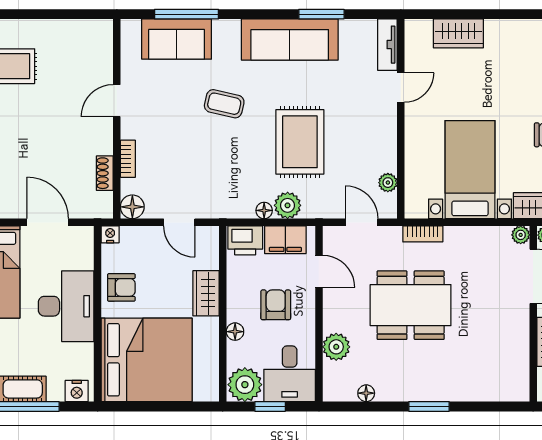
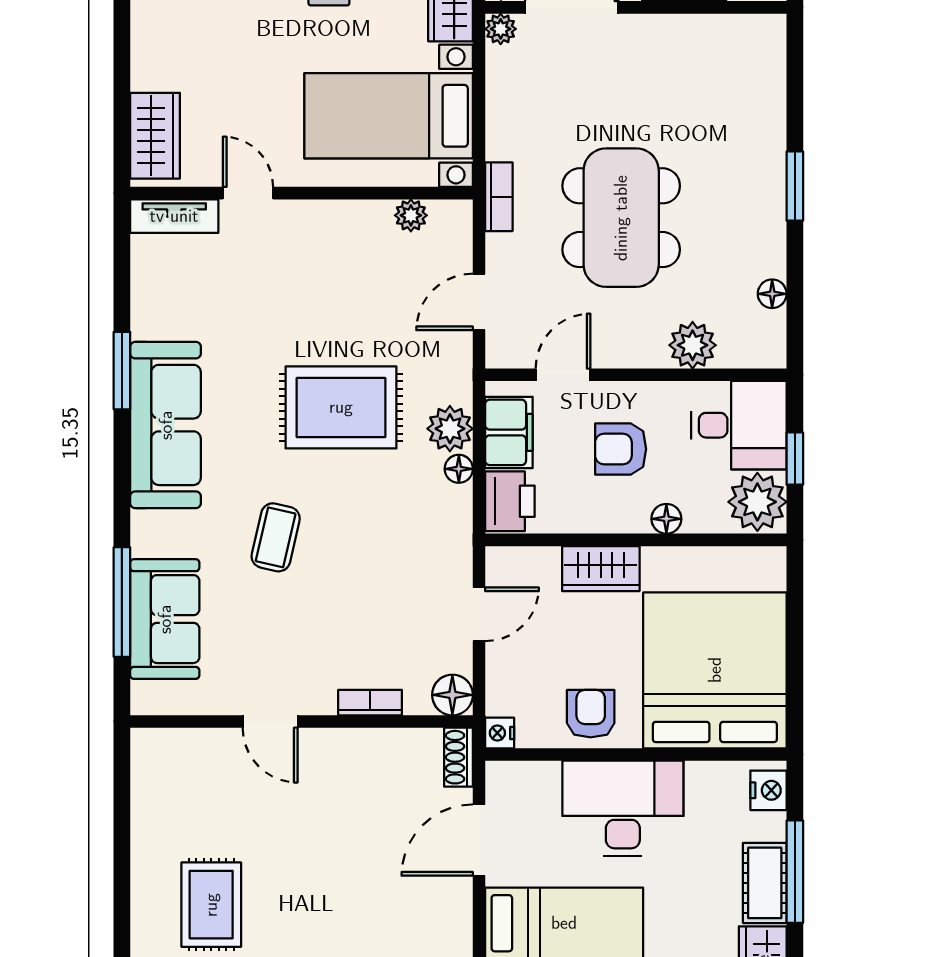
tv unit: (387, 45) -> (174, 216), moved
door: (401, 88) -> (248, 193), moved
wall: (401, 119) -> (301, 193), moved
shoe rack: (105, 173) -> (458, 757), moved, turned 90
plant: (388, 183) -> (411, 215), moved

